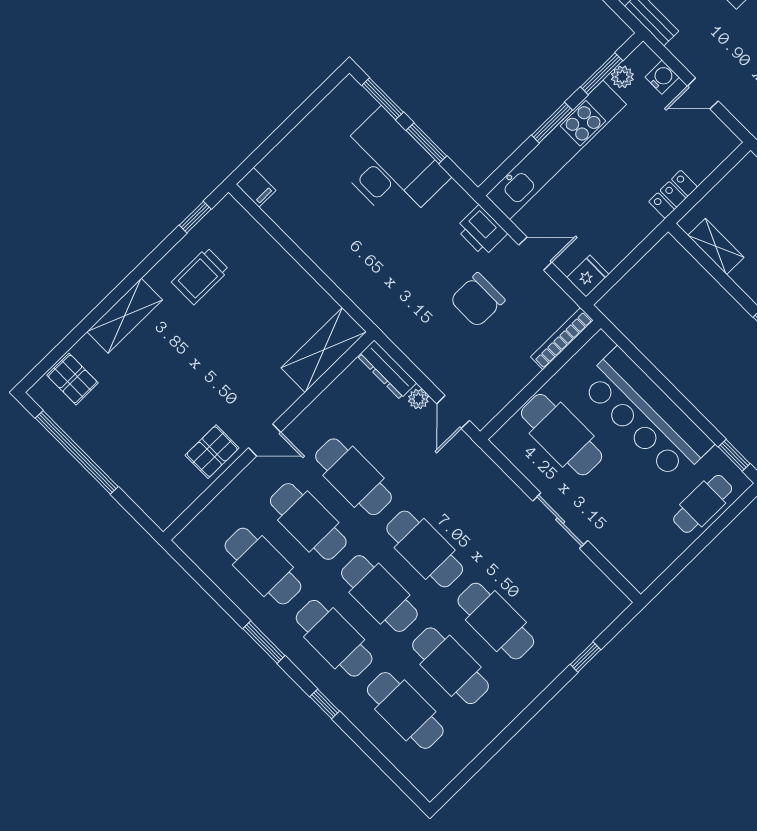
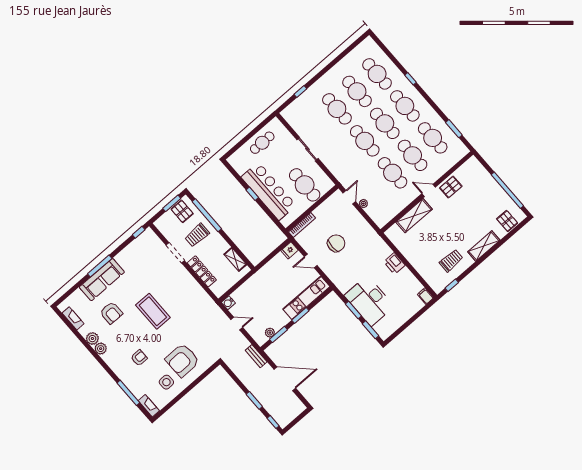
water cooler: (662, 77) -> (228, 303), moved
kitchen unit: (556, 150) -> (306, 298), width x0.73
locker: (673, 194) -> (252, 282), removed
printer: (481, 231) -> (394, 263), moved, turned 180
shelving: (324, 350) -> (414, 216), moved
dresser: (387, 370) -> (376, 217), removed
window: (734, 455) -> (252, 194), moved
cafe table: (703, 504) -> (262, 143), moved
window: (264, 642) -> (454, 129), moved

